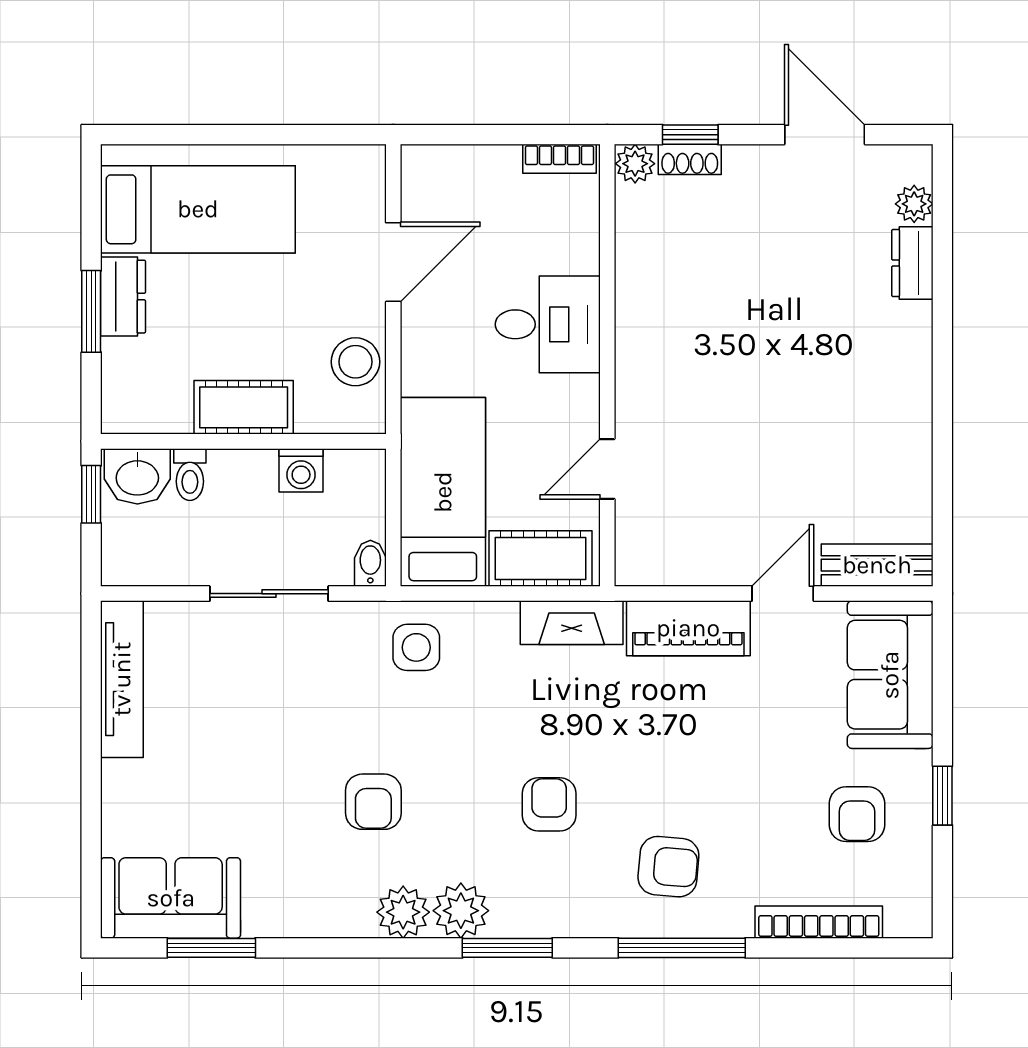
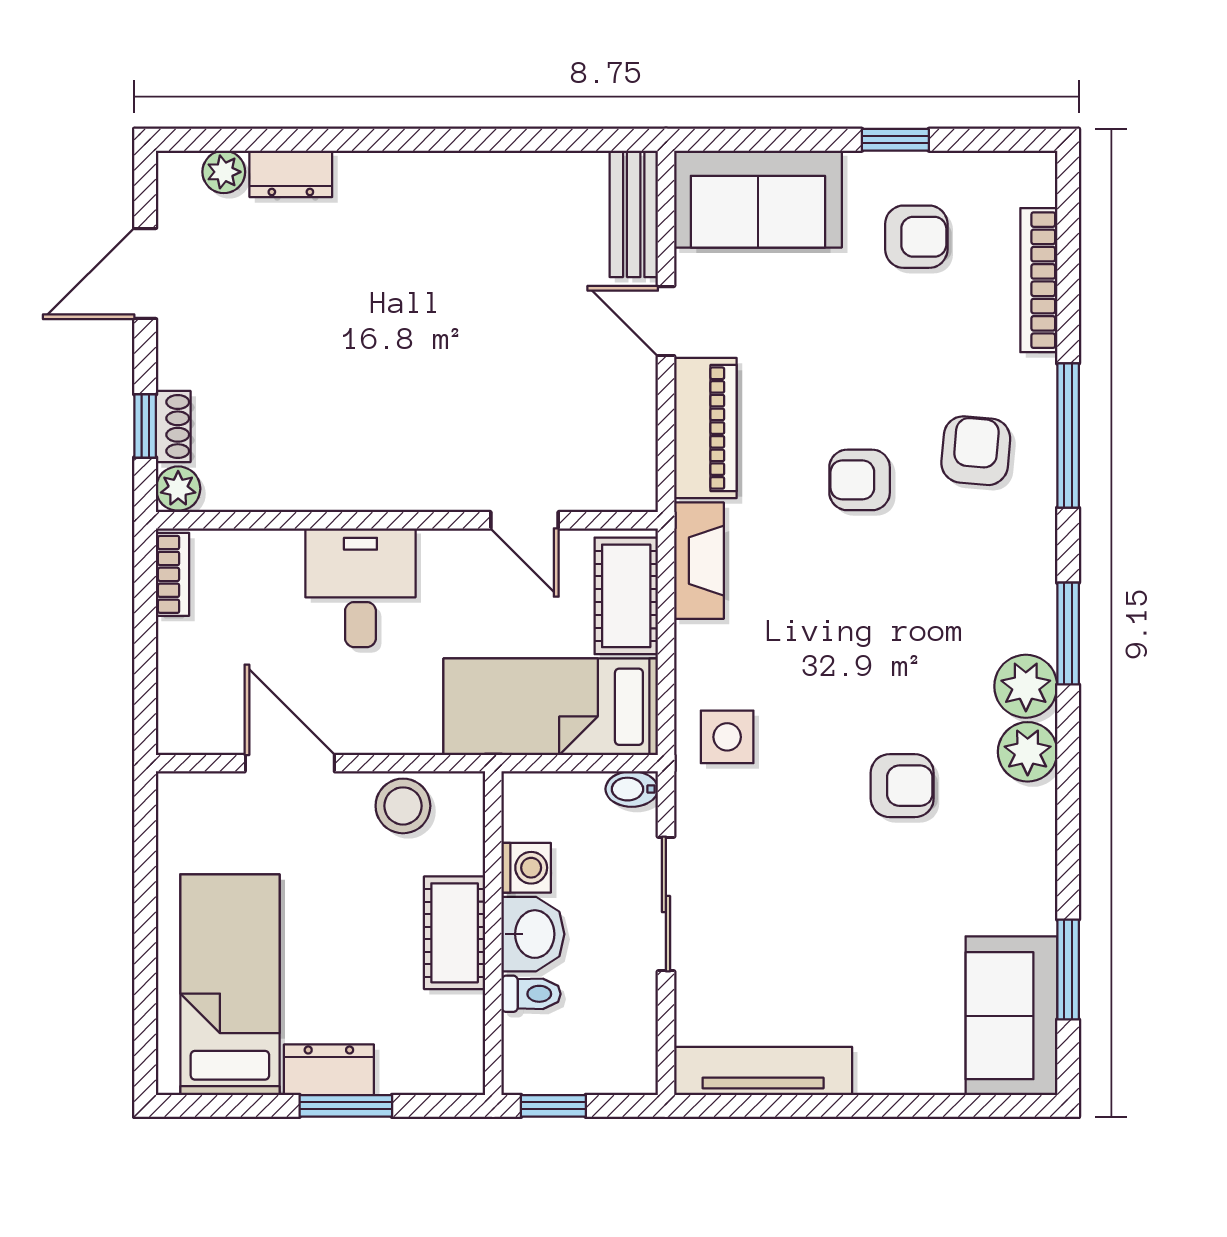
washbasin: (137, 476) -> (533, 934), moved
armchair: (549, 804) -> (860, 480), moved

